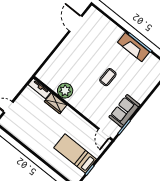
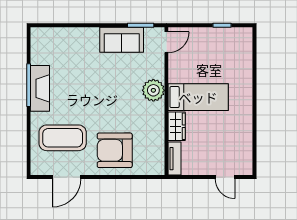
armchair: (69, 60) -> (115, 150), added
coffee table: (108, 77) -> (63, 138), moved, width x1.86, depth x1.72
plant: (65, 91) -> (153, 90), moved
bed: (75, 153) -> (198, 97), moved, turned -90

